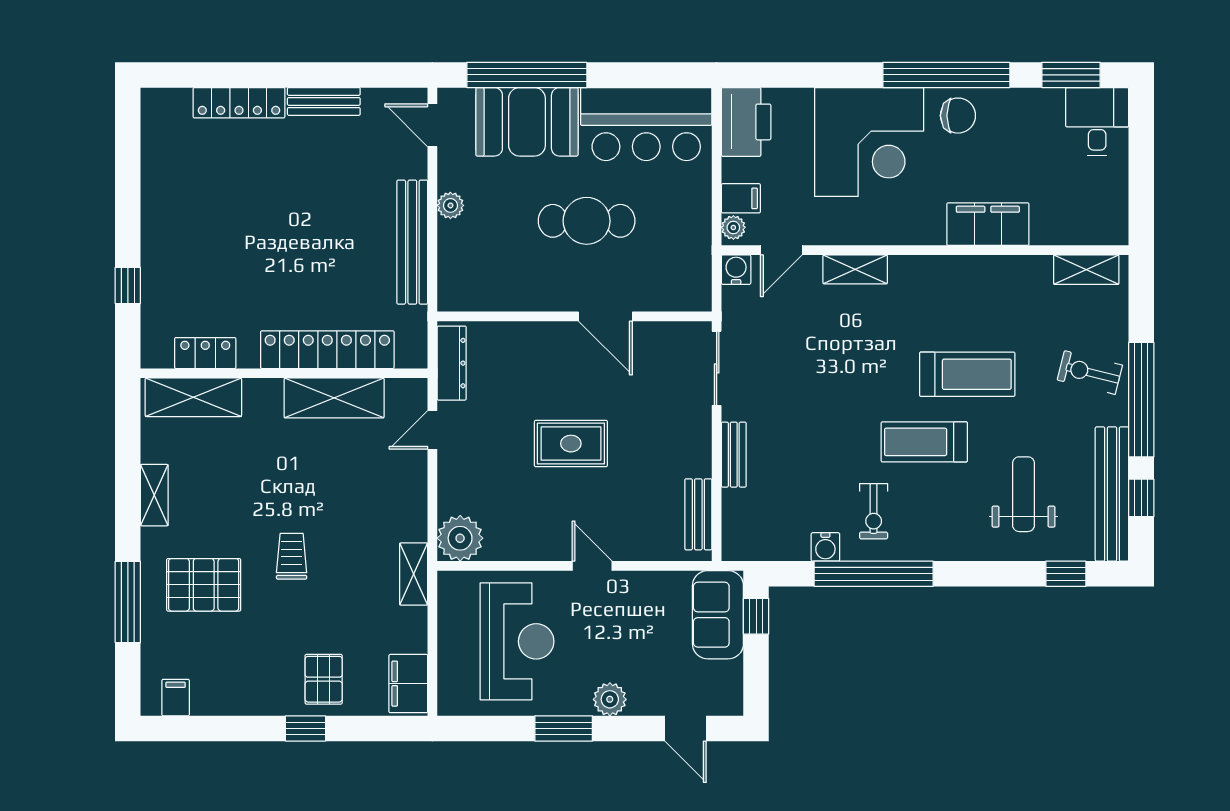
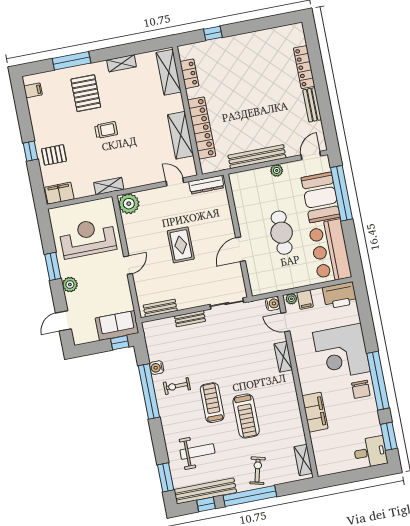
window: (1066, 574) -> (166, 477), width x1.50
reception desk: (517, 641) -> (88, 238), turned 180

